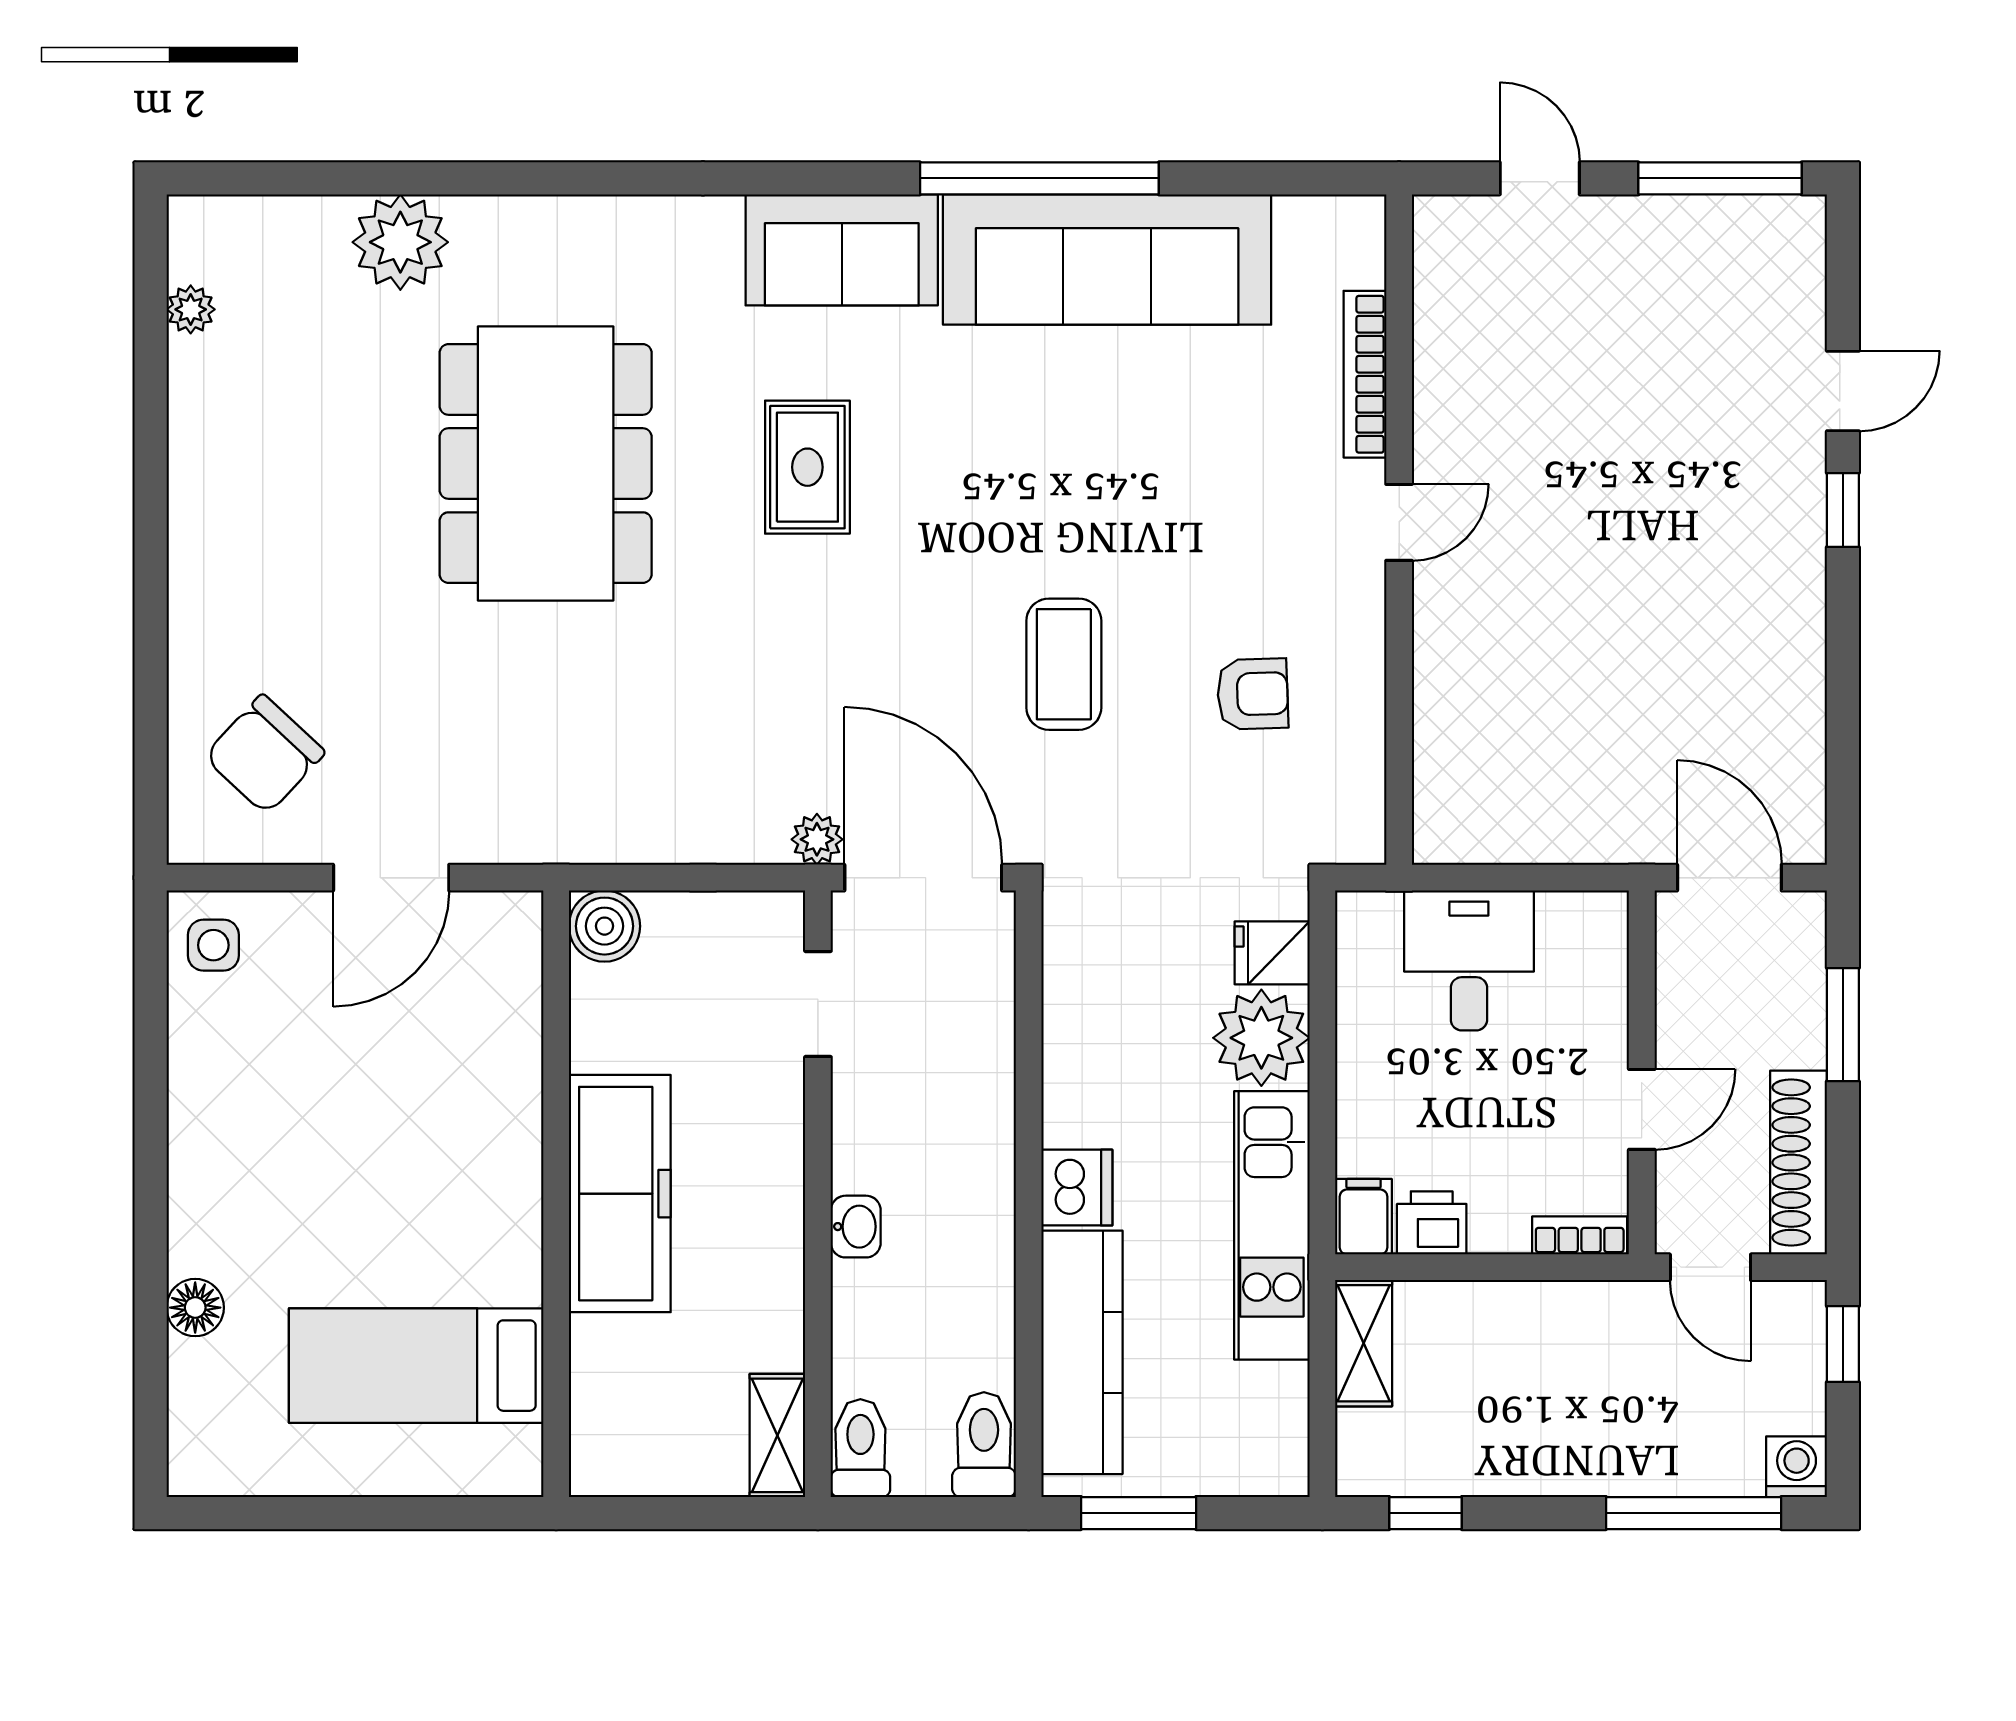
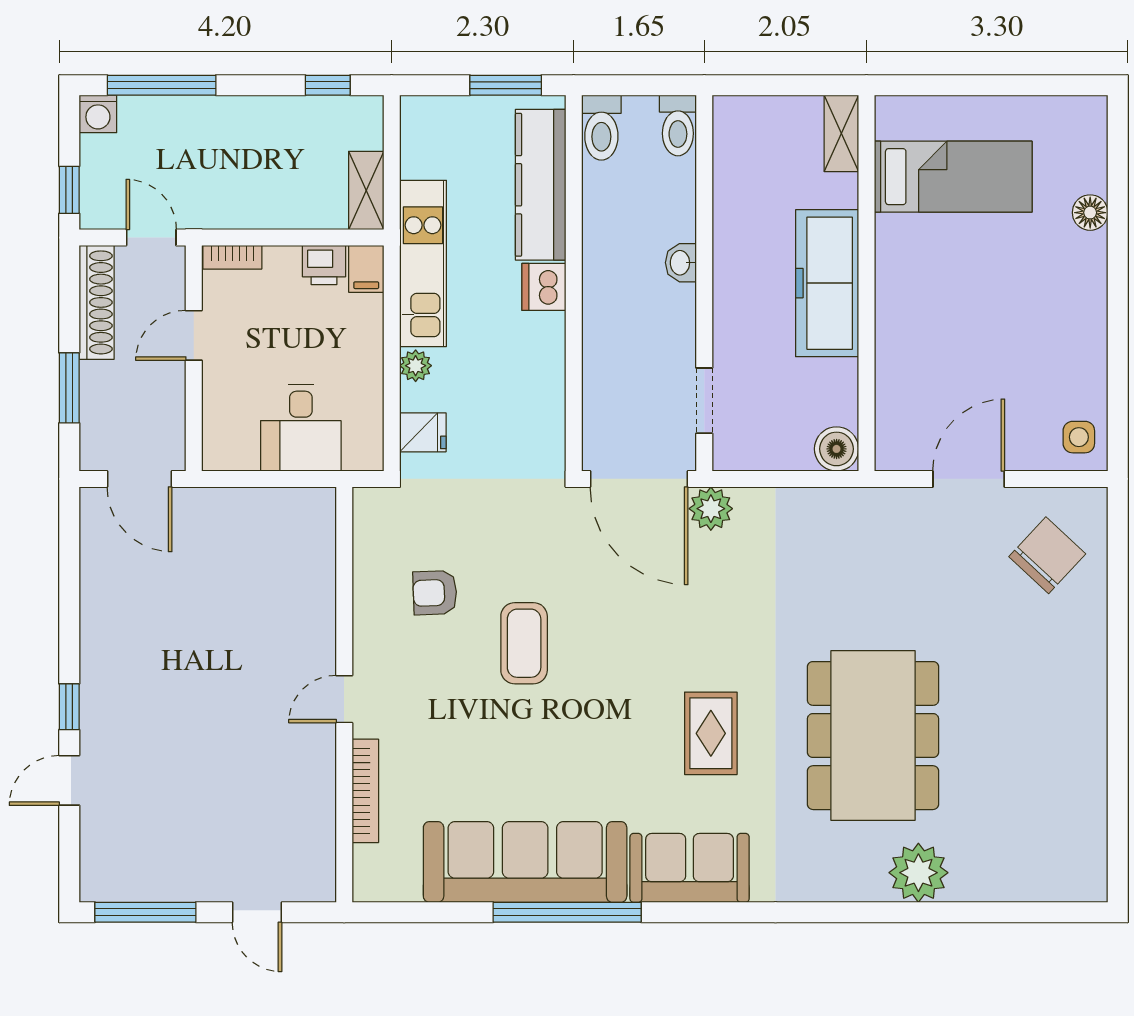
plant: (400, 242) -> (918, 873), moved
plant: (191, 309) -> (1093, 831), removed
coffee table: (1064, 664) -> (524, 643), moved
plant: (817, 839) -> (711, 509), width x1.38, depth x1.38
plant: (1261, 1038) -> (416, 366), width x0.53, depth x0.53
shelving: (777, 1435) -> (841, 133), moved

